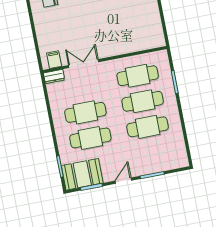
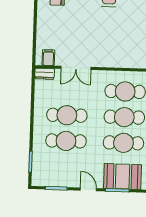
double door: (84, 64) -> (76, 68), swing flipped
booth: (82, 174) -> (122, 176), moved
door: (123, 181) -> (88, 189), hinge flipped

